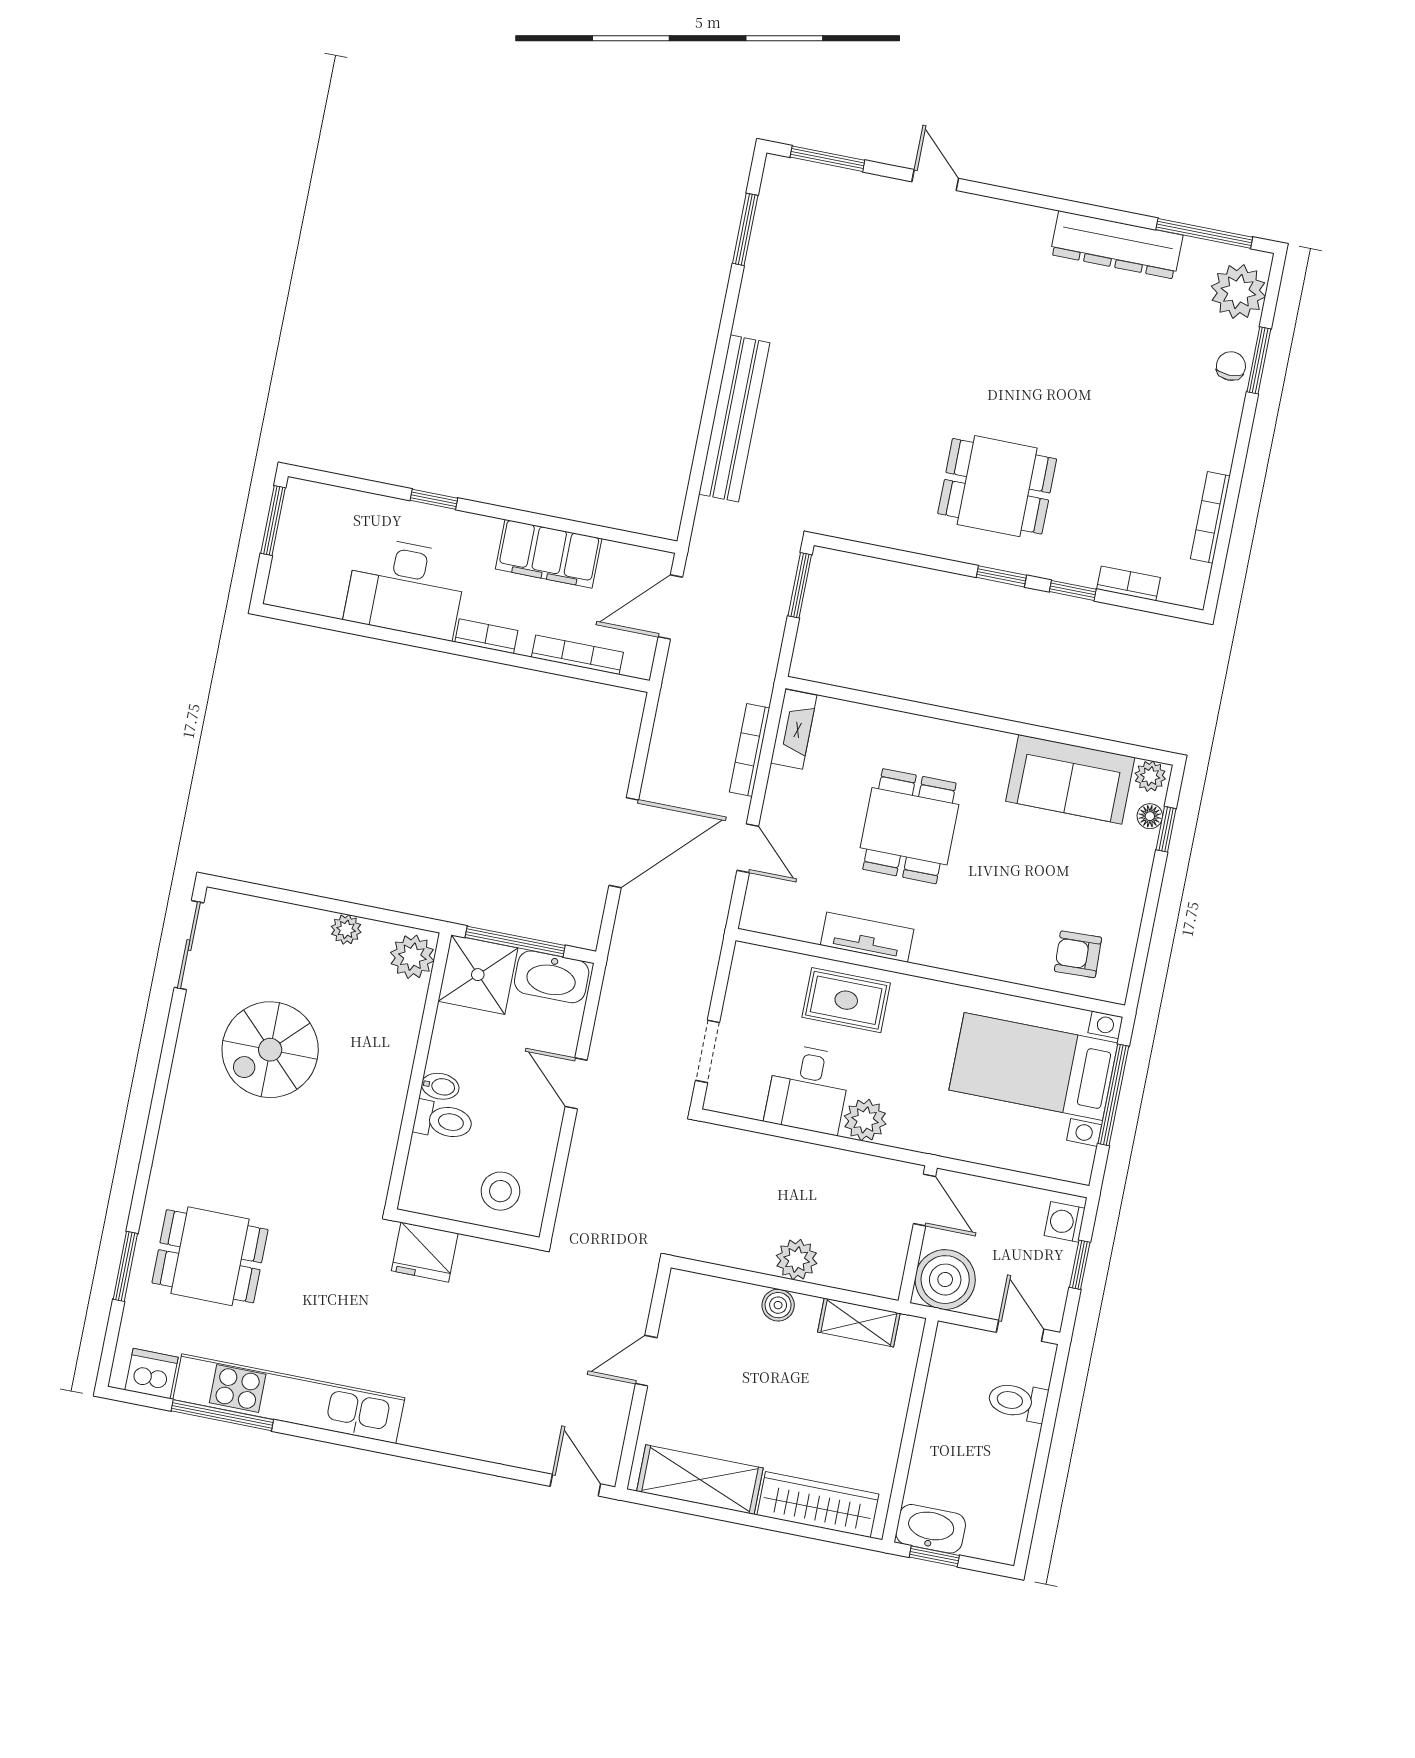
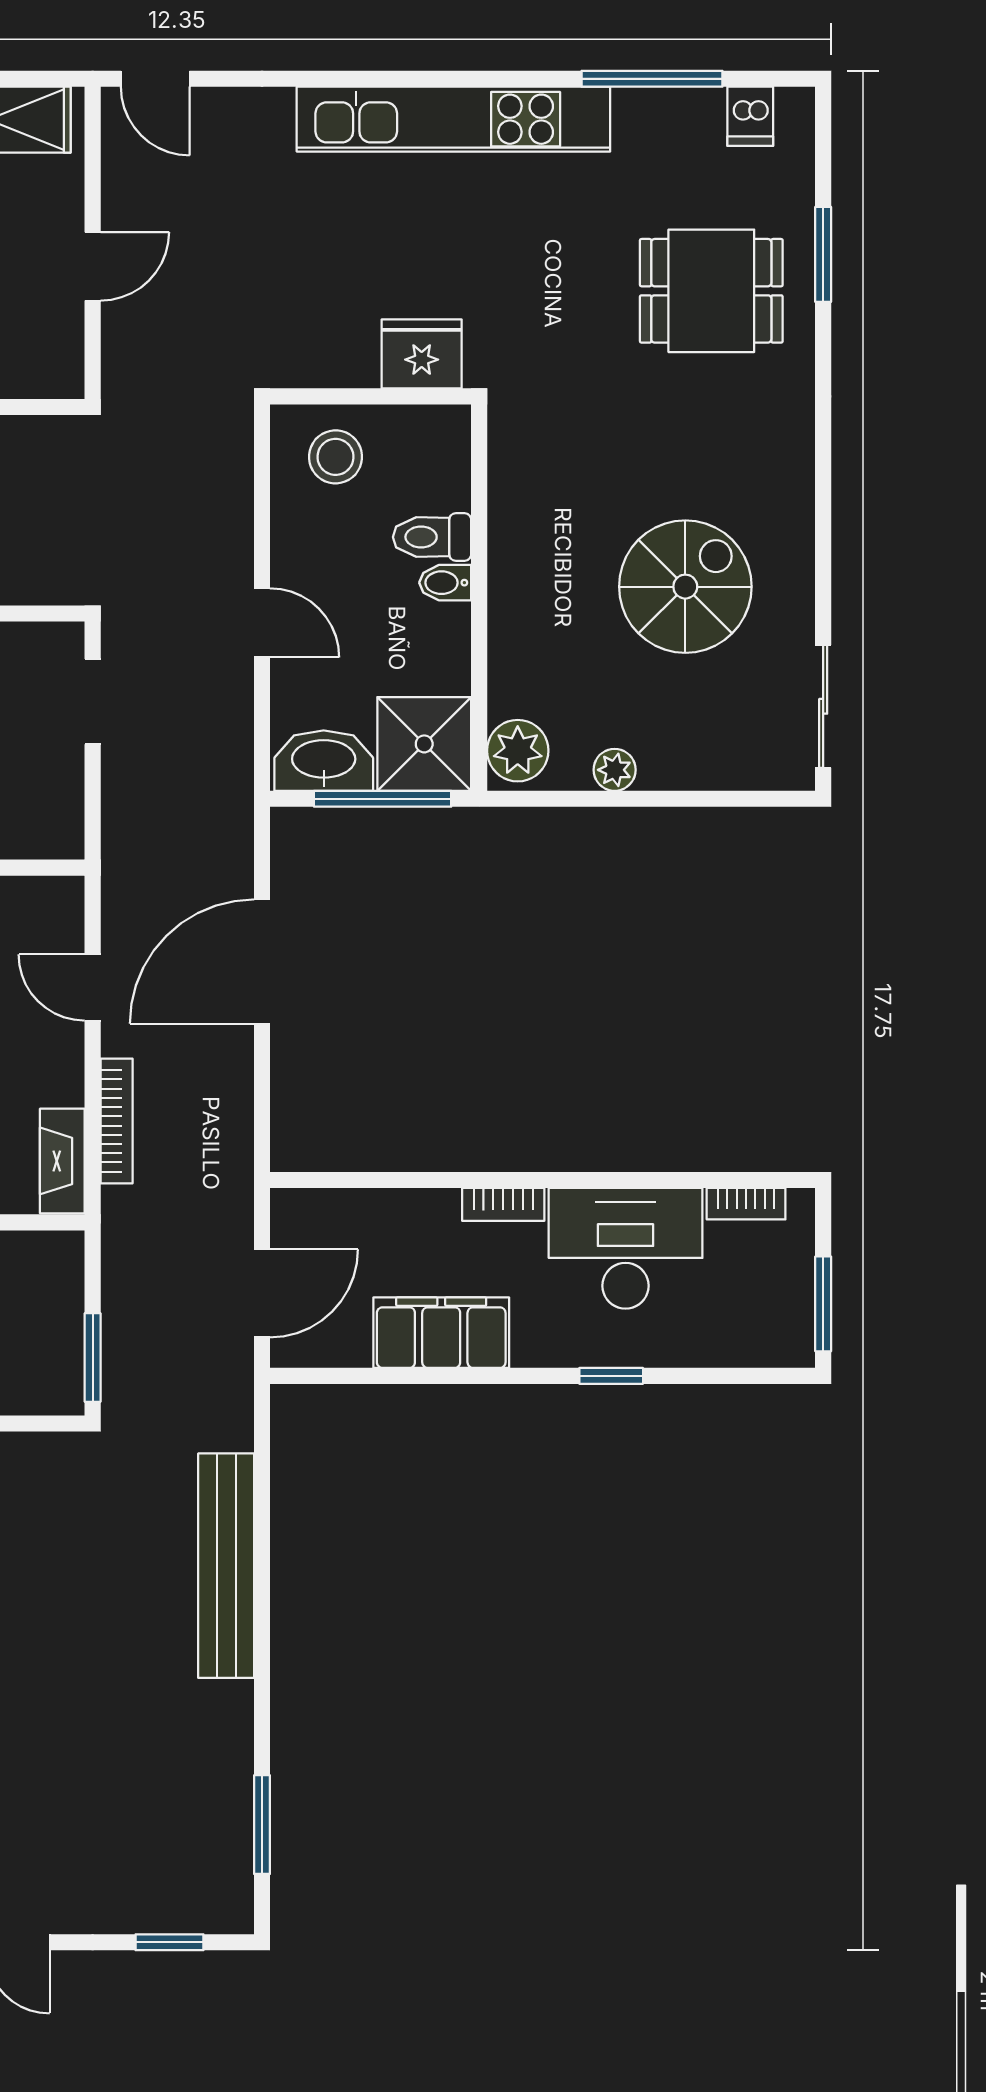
window: (827, 159) -> (170, 1942), width x0.67
bookcase: (577, 655) -> (746, 1204), moved, width x0.64
dishwasher: (152, 1374) -> (750, 116), width x0.73
kitchen unit: (289, 1399) -> (453, 119), moved

